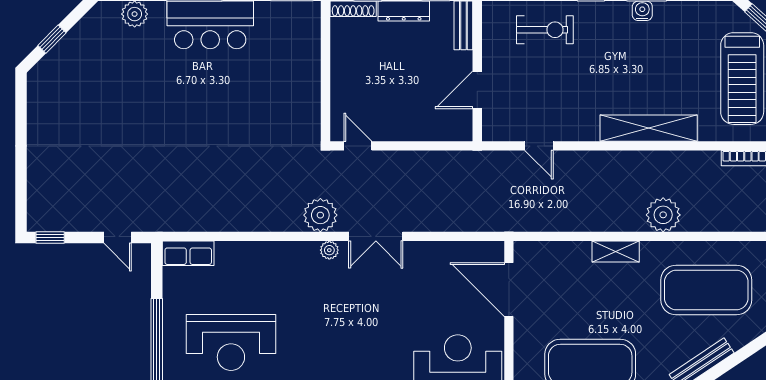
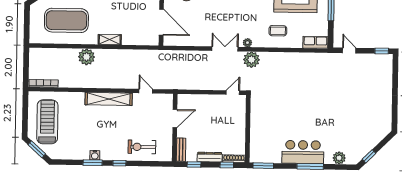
window: (52, 39) -> (369, 156), moved
shelving: (649, 128) -> (109, 99), moved
door: (358, 146) -> (233, 93), swing flipped
coffee table: (267, 276) -> (278, 31), added

